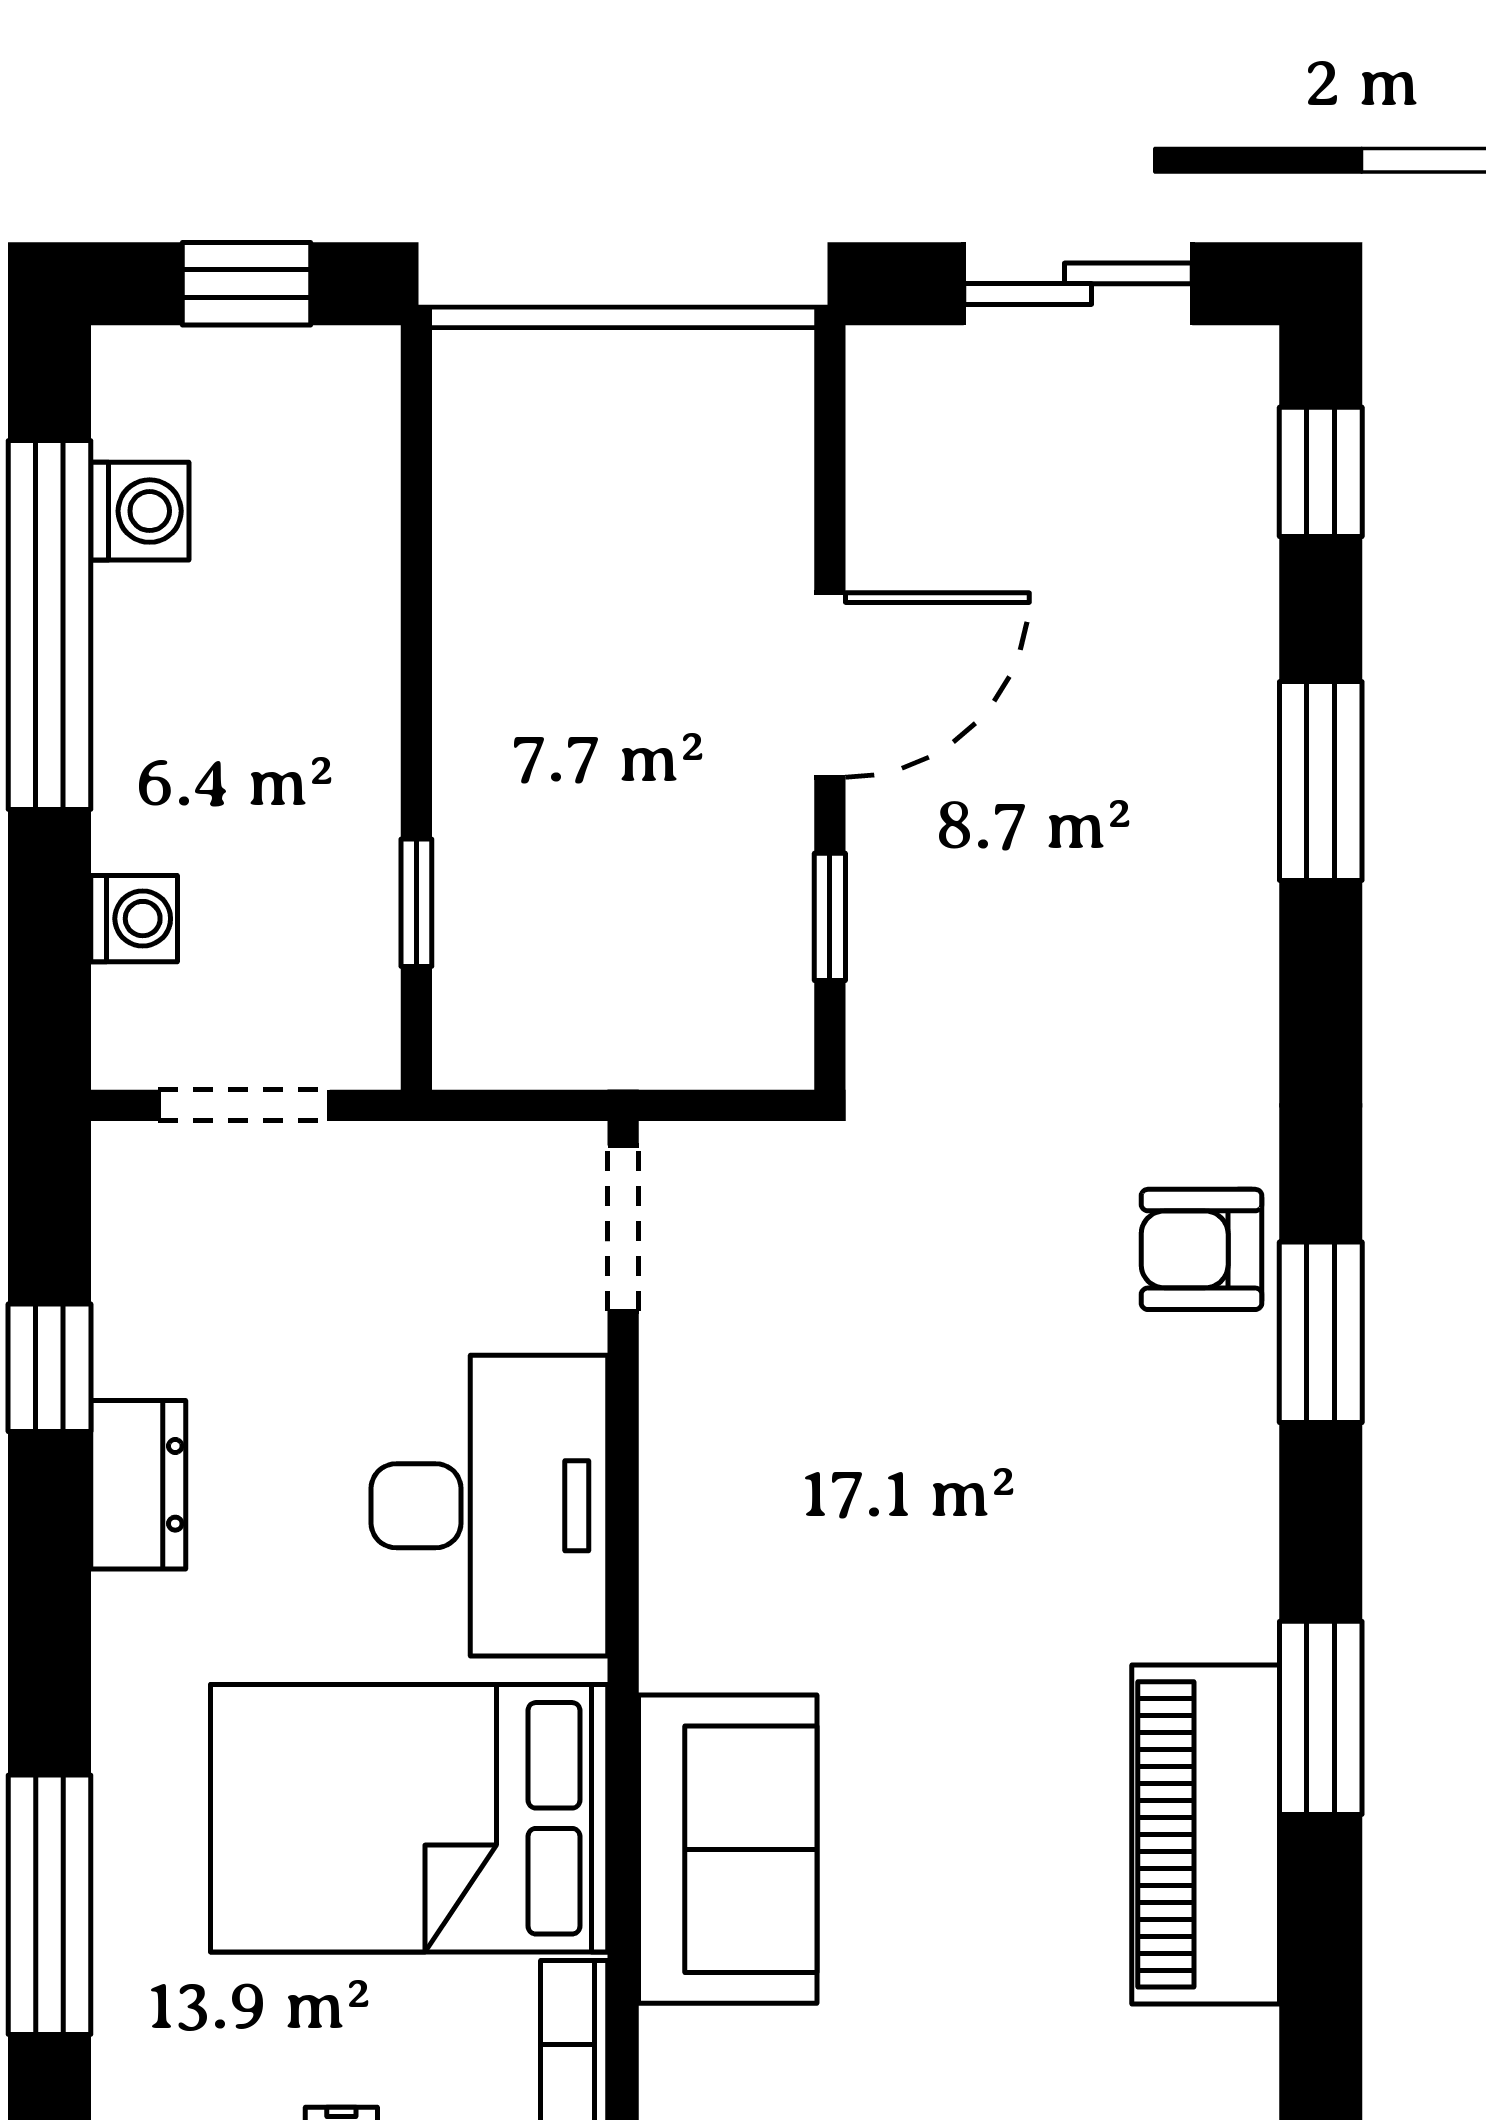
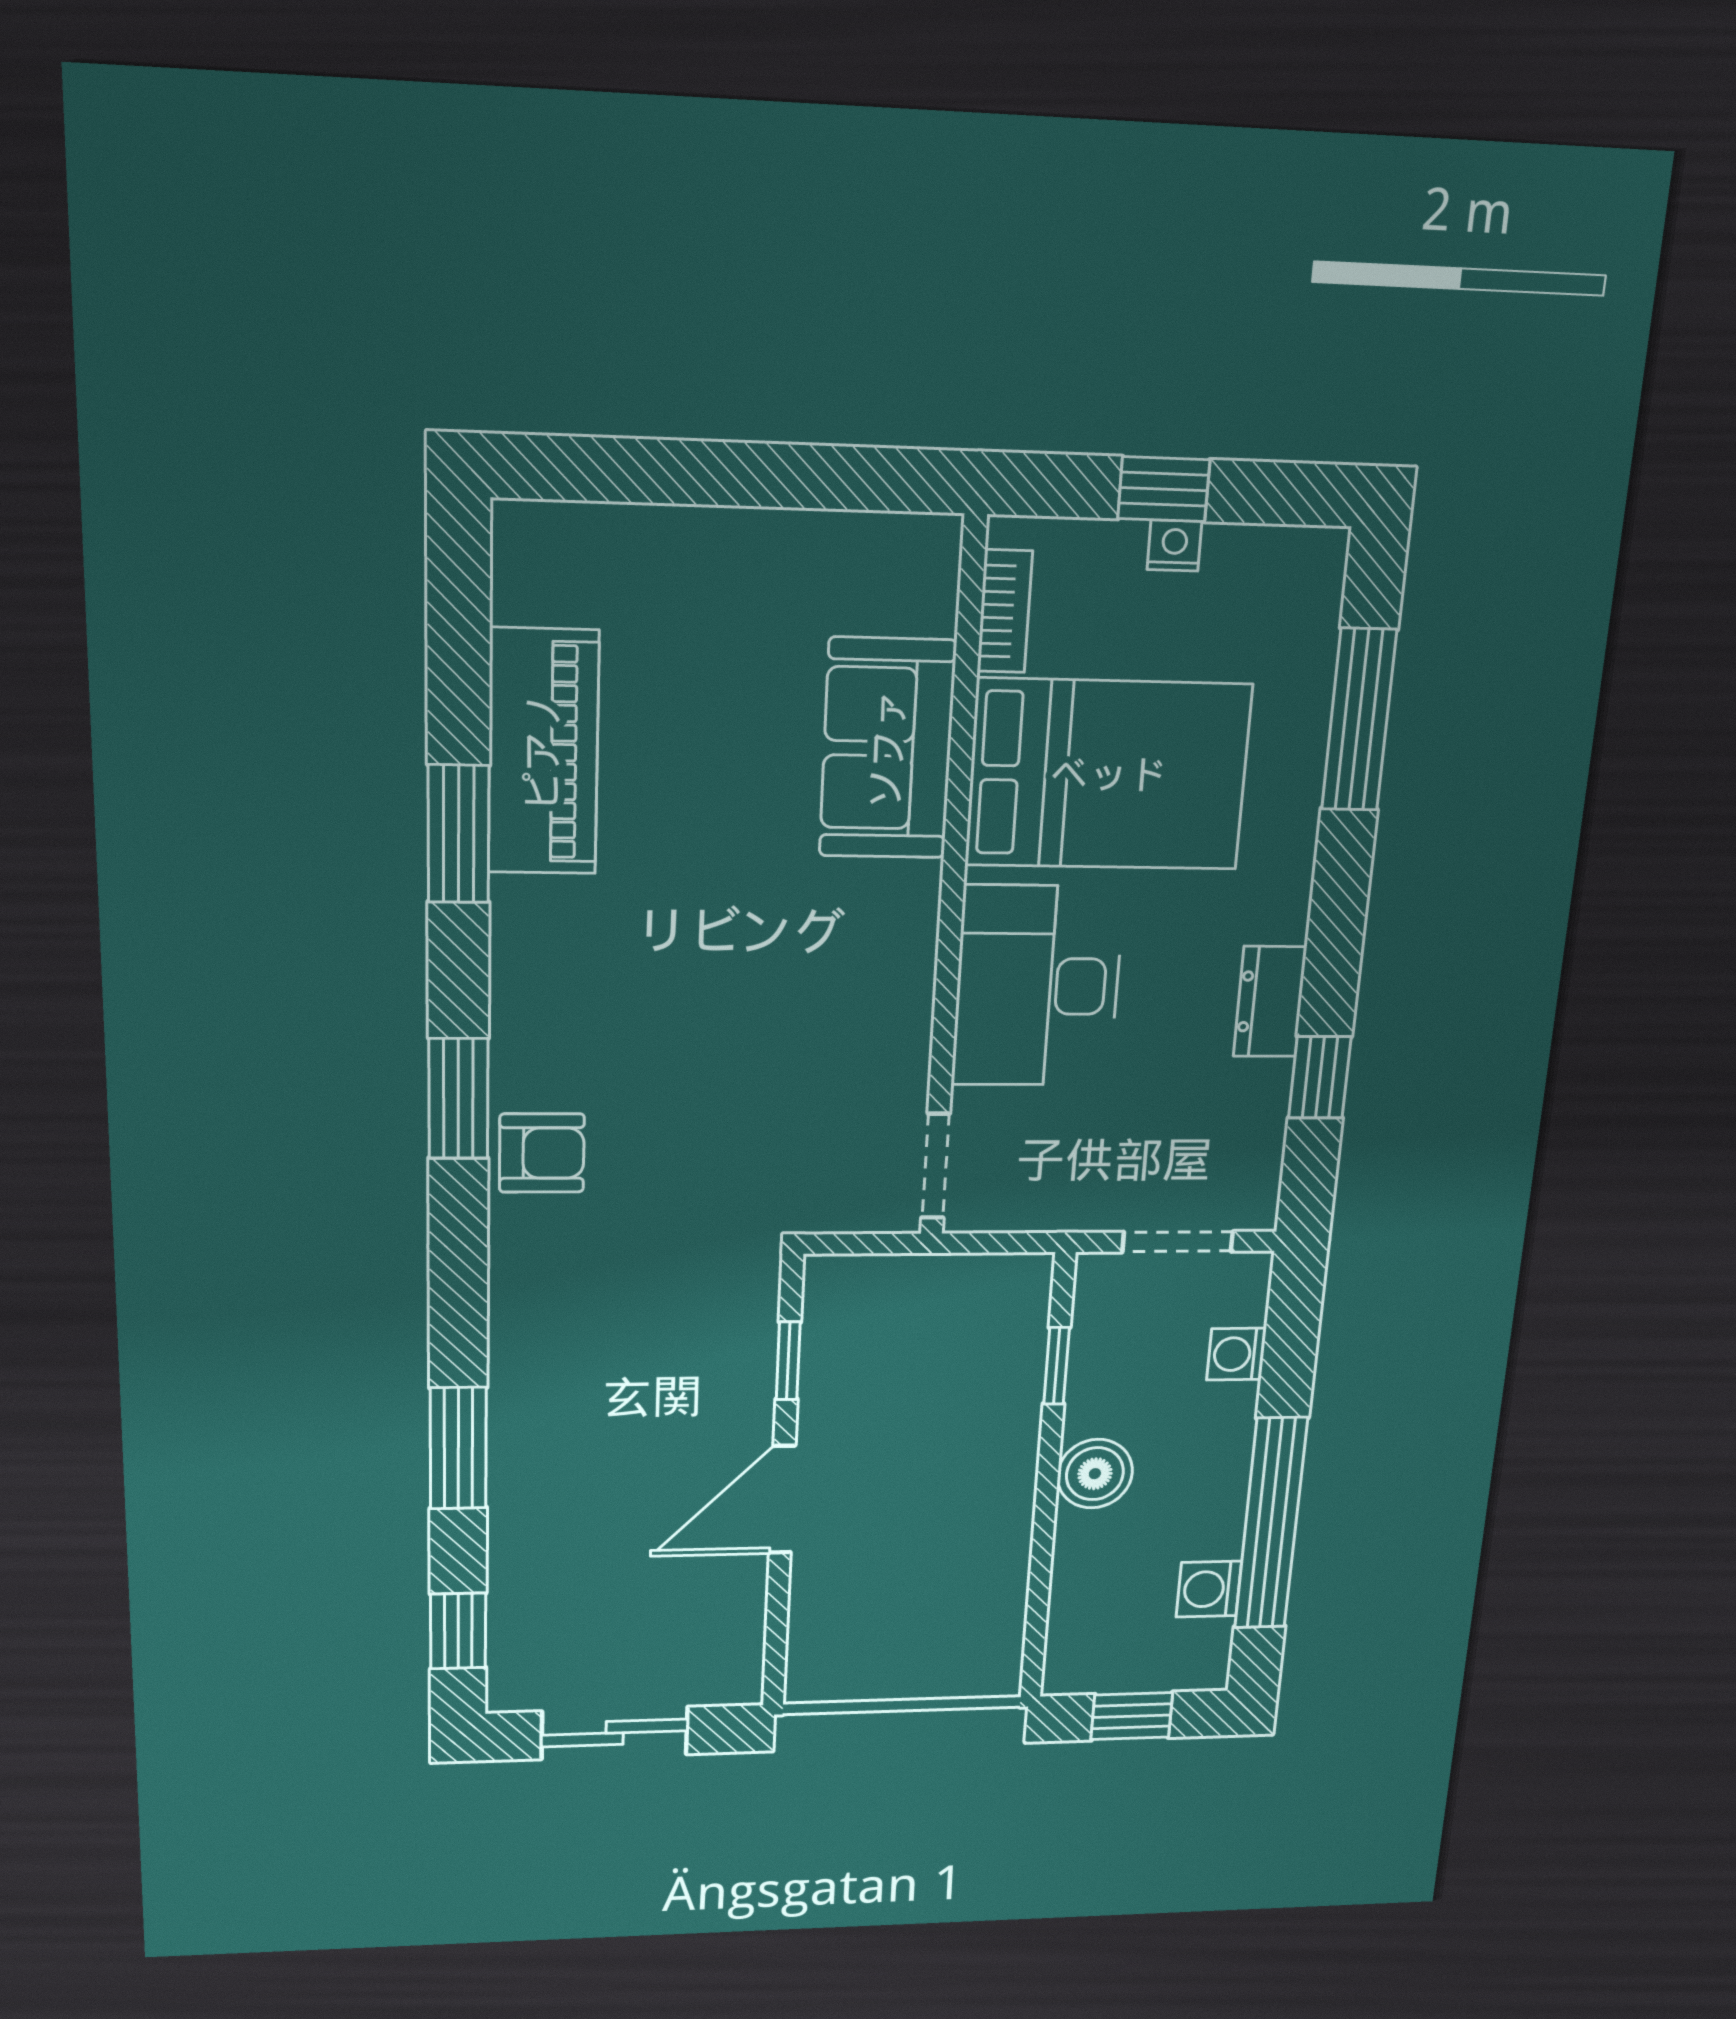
boiler: (342, 719) -> (1095, 1474), added

